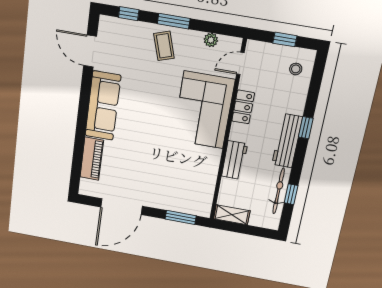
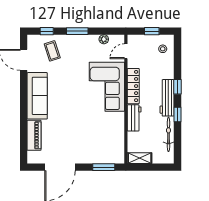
coffee table: (164, 46) -> (52, 51), moved
locker: (243, 107) -> (133, 86), width x1.53
window: (291, 194) -> (177, 114), moved

